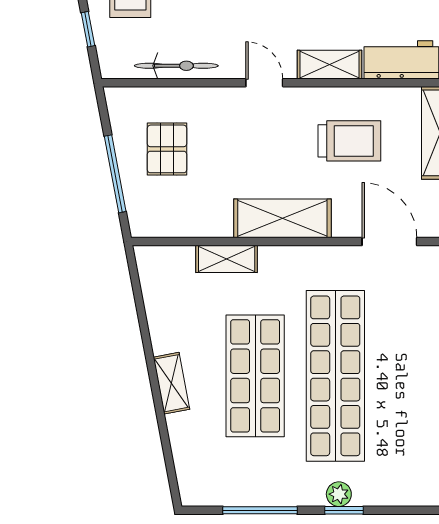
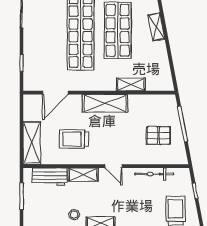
pallet: (167, 149) -> (158, 135), turned 90
door: (389, 241) -> (55, 93), hinge flipped

